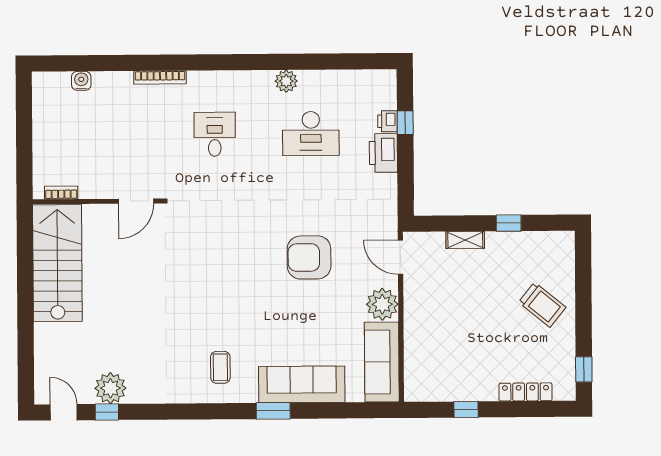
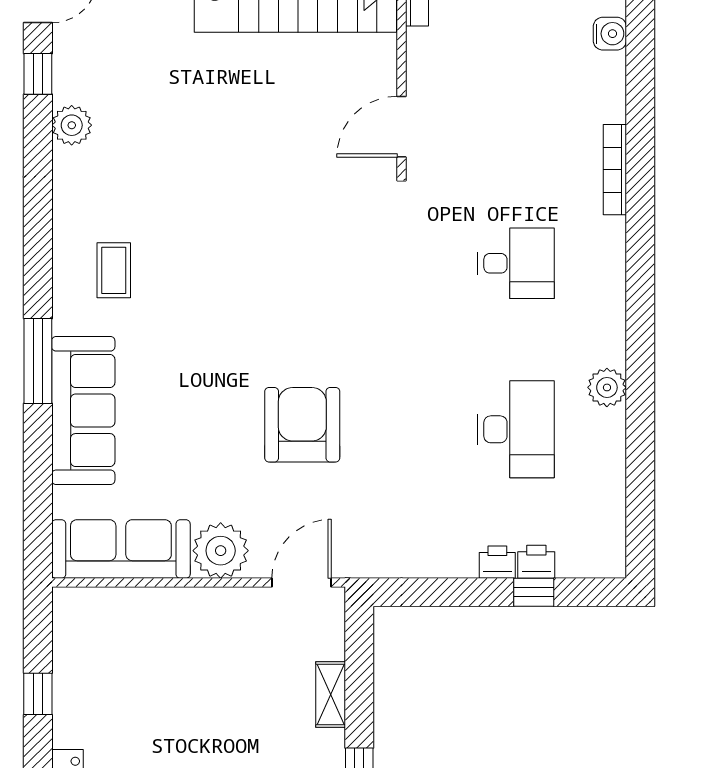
desk: (311, 134) -> (516, 429), turned 180
printer: (383, 153) -> (497, 562), width x0.53, depth x0.68
door: (136, 201) -> (402, 127), hinge flipped
coffee table: (220, 367) -> (114, 270), turned 90
plant: (110, 388) -> (72, 125), moved, width x0.73, depth x0.73
window: (273, 411) -> (38, 361), width x1.44

